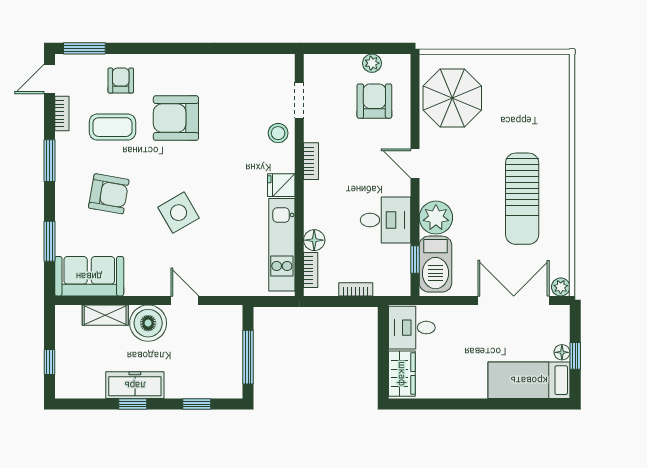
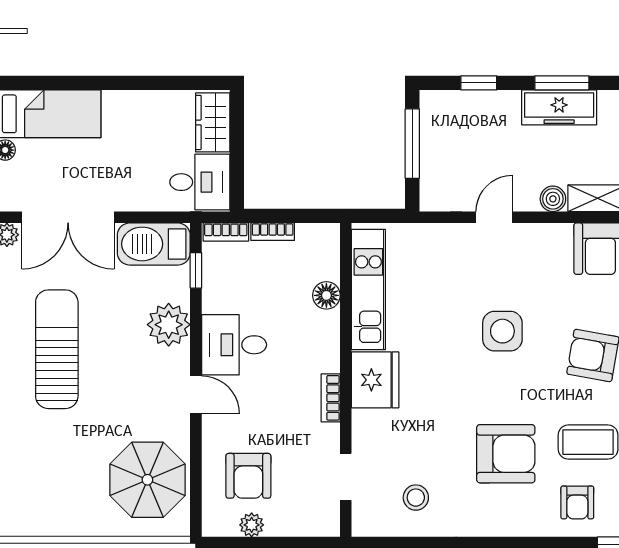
stool: (278, 133) -> (416, 498), moved
fridge: (281, 185) -> (375, 380), width x1.88, depth x1.34
side table: (179, 213) -> (502, 331), turned 30
desk: (385, 220) -> (234, 345), moved
barbecue: (435, 264) -> (154, 244), moved, turned -90
bookcase: (311, 270) -> (226, 232), moved, turned -90
door: (185, 300) -> (494, 217), swing flipped
boiler: (148, 323) -> (553, 199), width x0.54, depth x0.54
window: (133, 404) -> (562, 83), width x1.50

